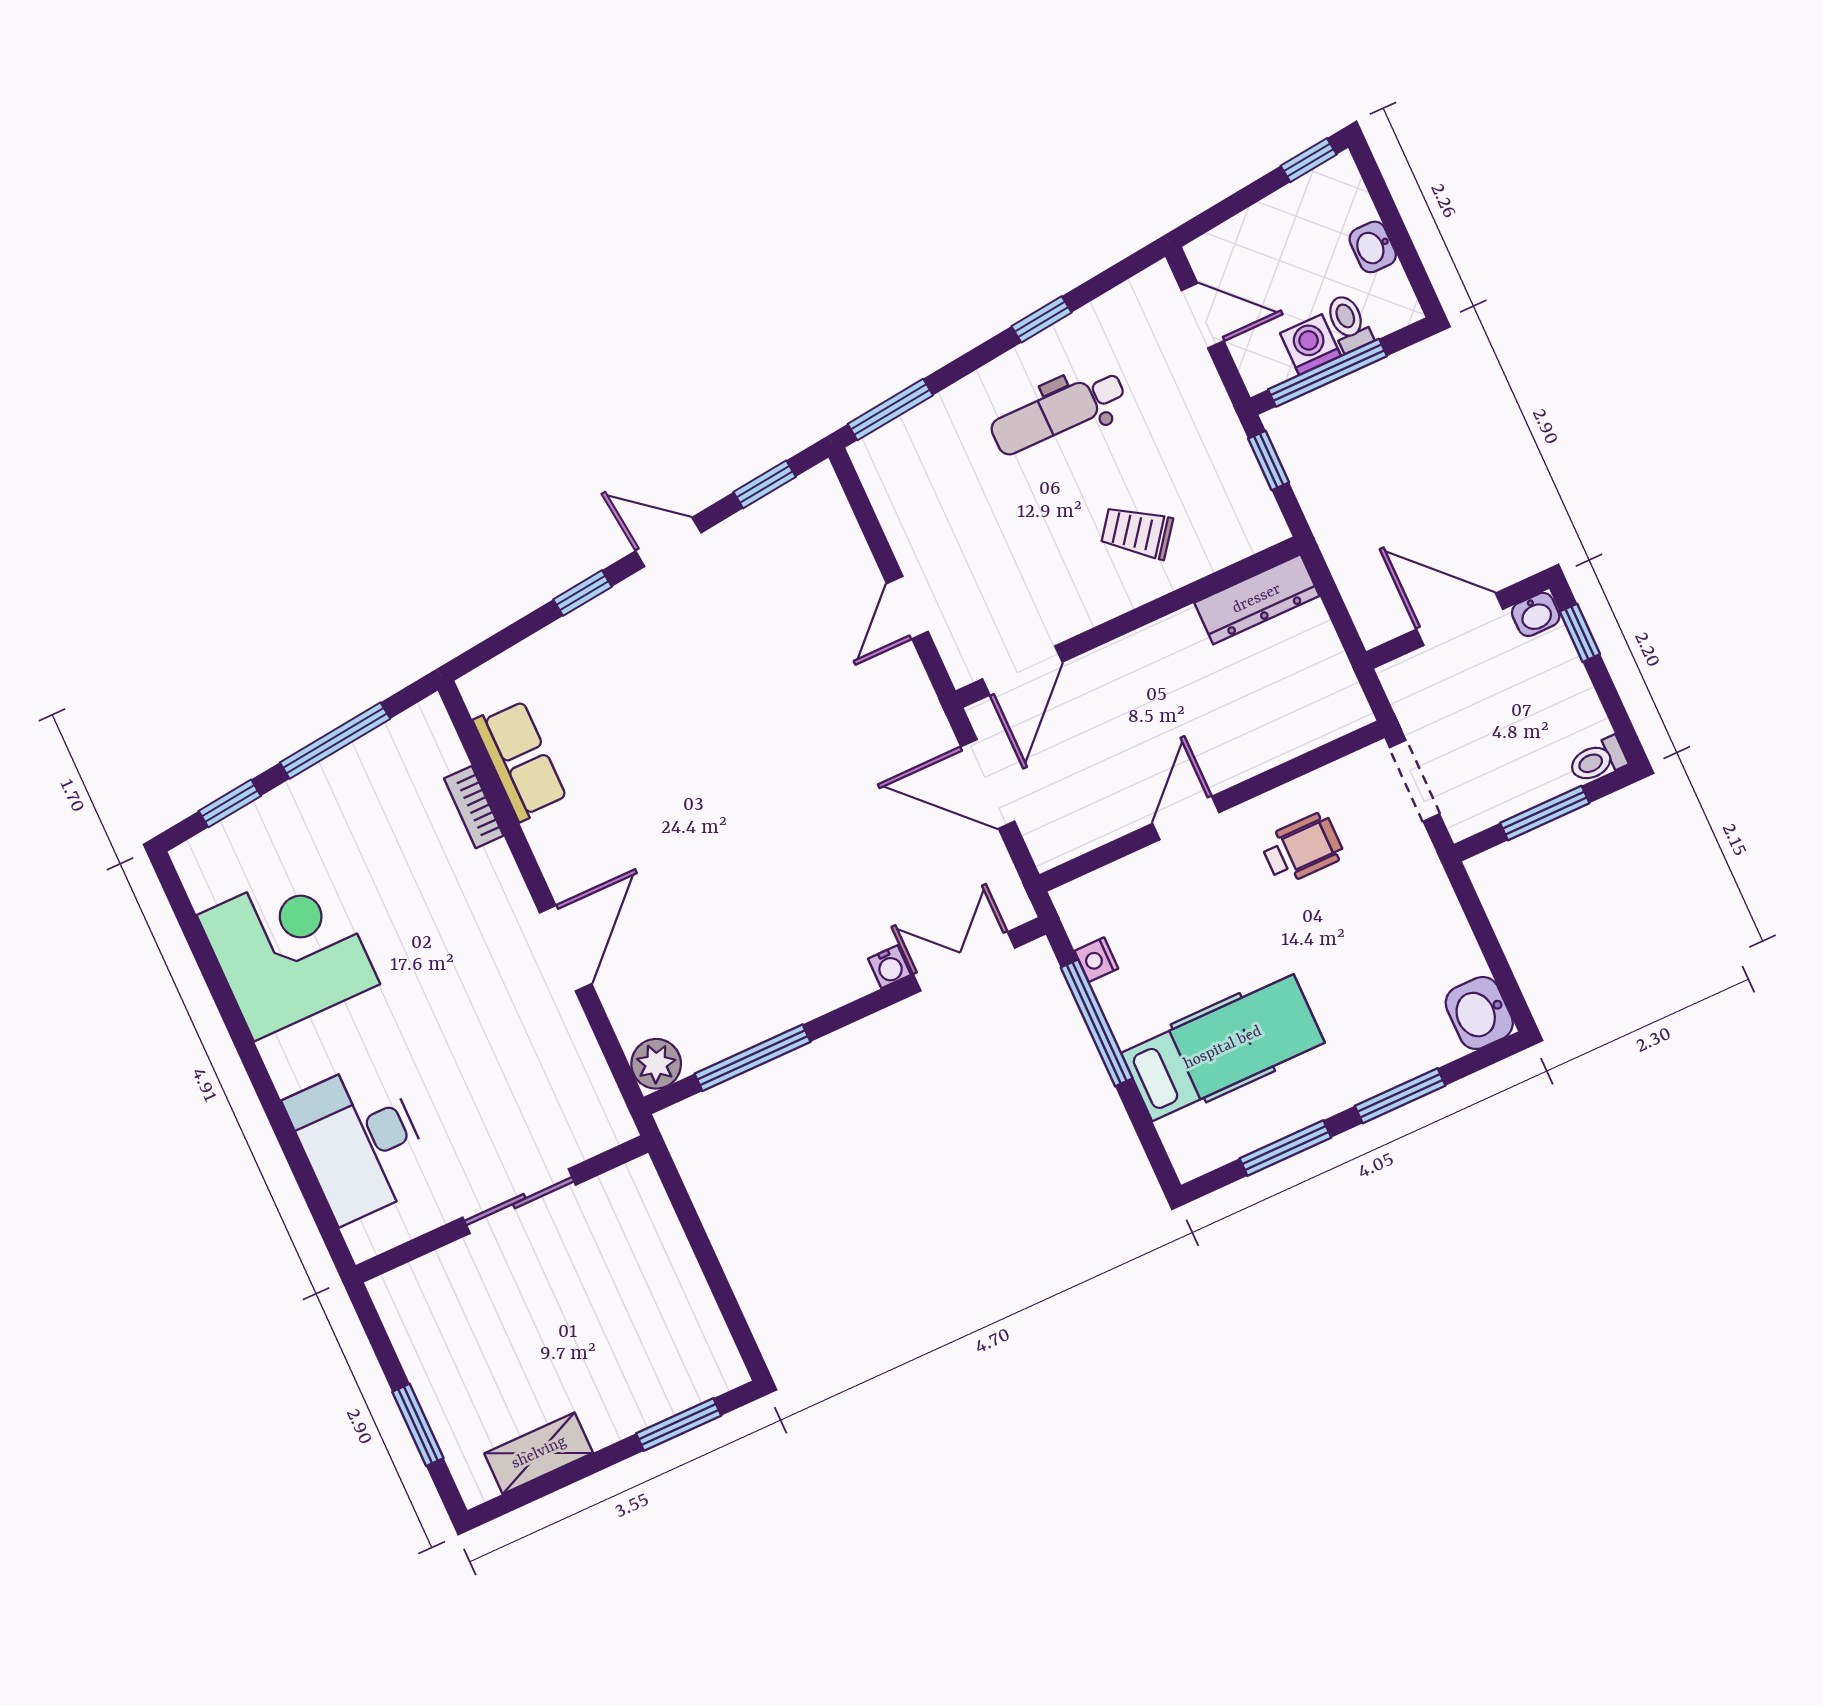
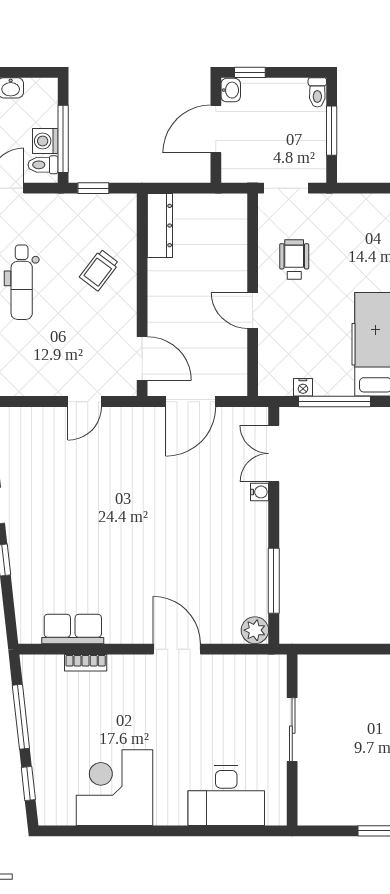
toilet: (1348, 323) -> (43, 165), moved
door: (907, 607) -> (85, 402), hinge flipped

